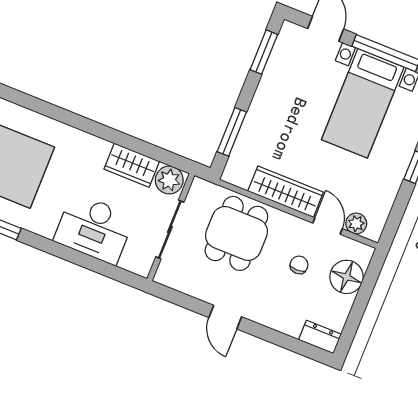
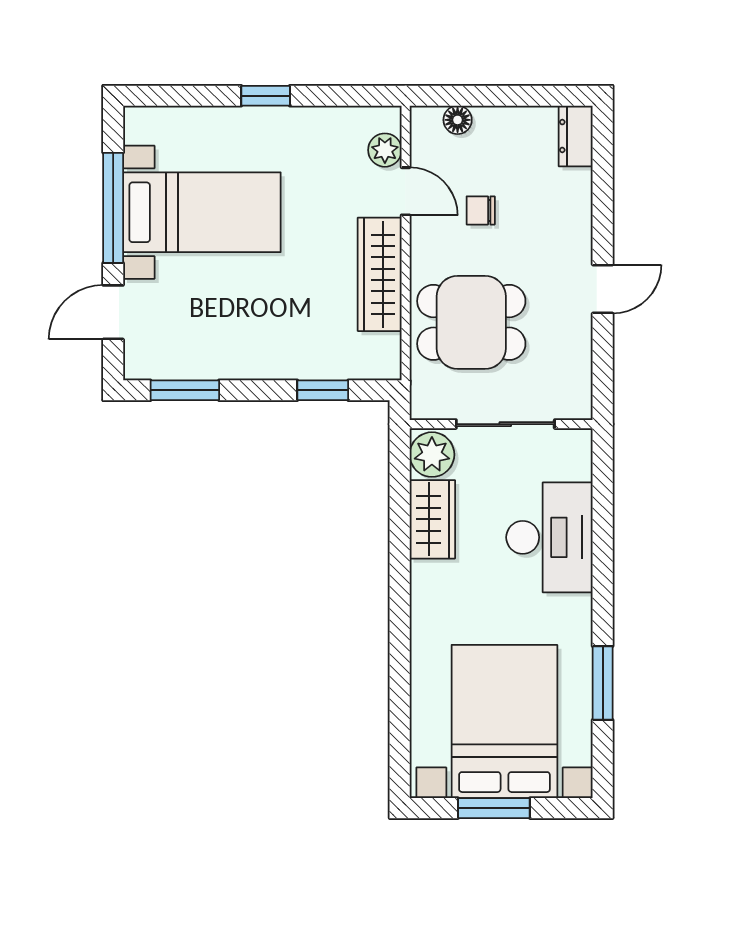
window: (232, 132) -> (323, 390), width x0.67
door: (327, 226) -> (406, 191), swing flipped
floor lamp: (347, 277) -> (458, 120), width x0.53, depth x0.53

